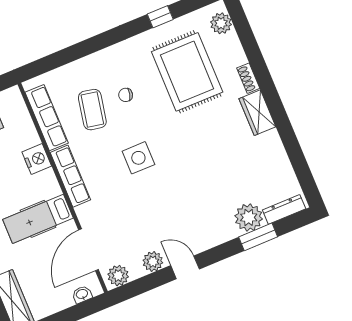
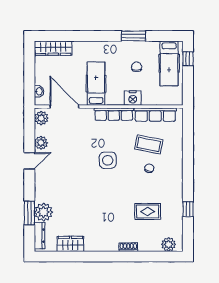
rug: (187, 72) -> (148, 211), width x0.54, depth x0.49
wardrobe: (257, 113) -> (70, 244), moved

